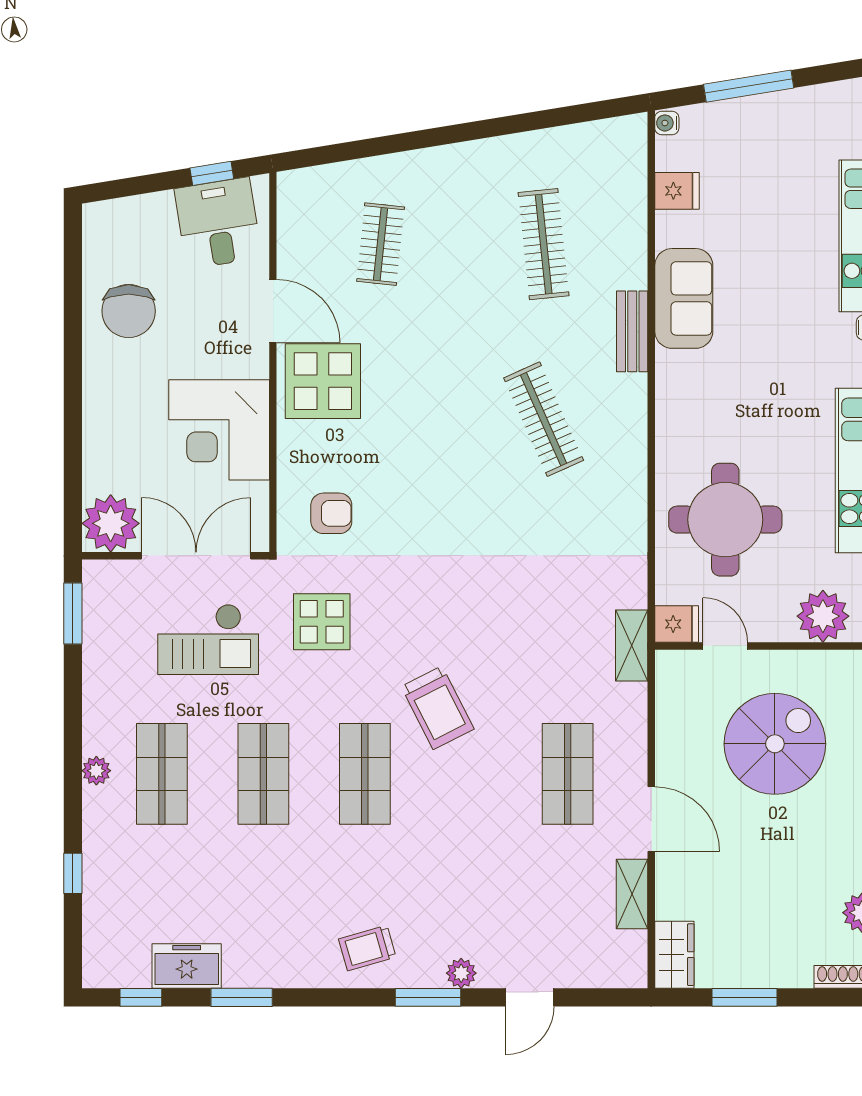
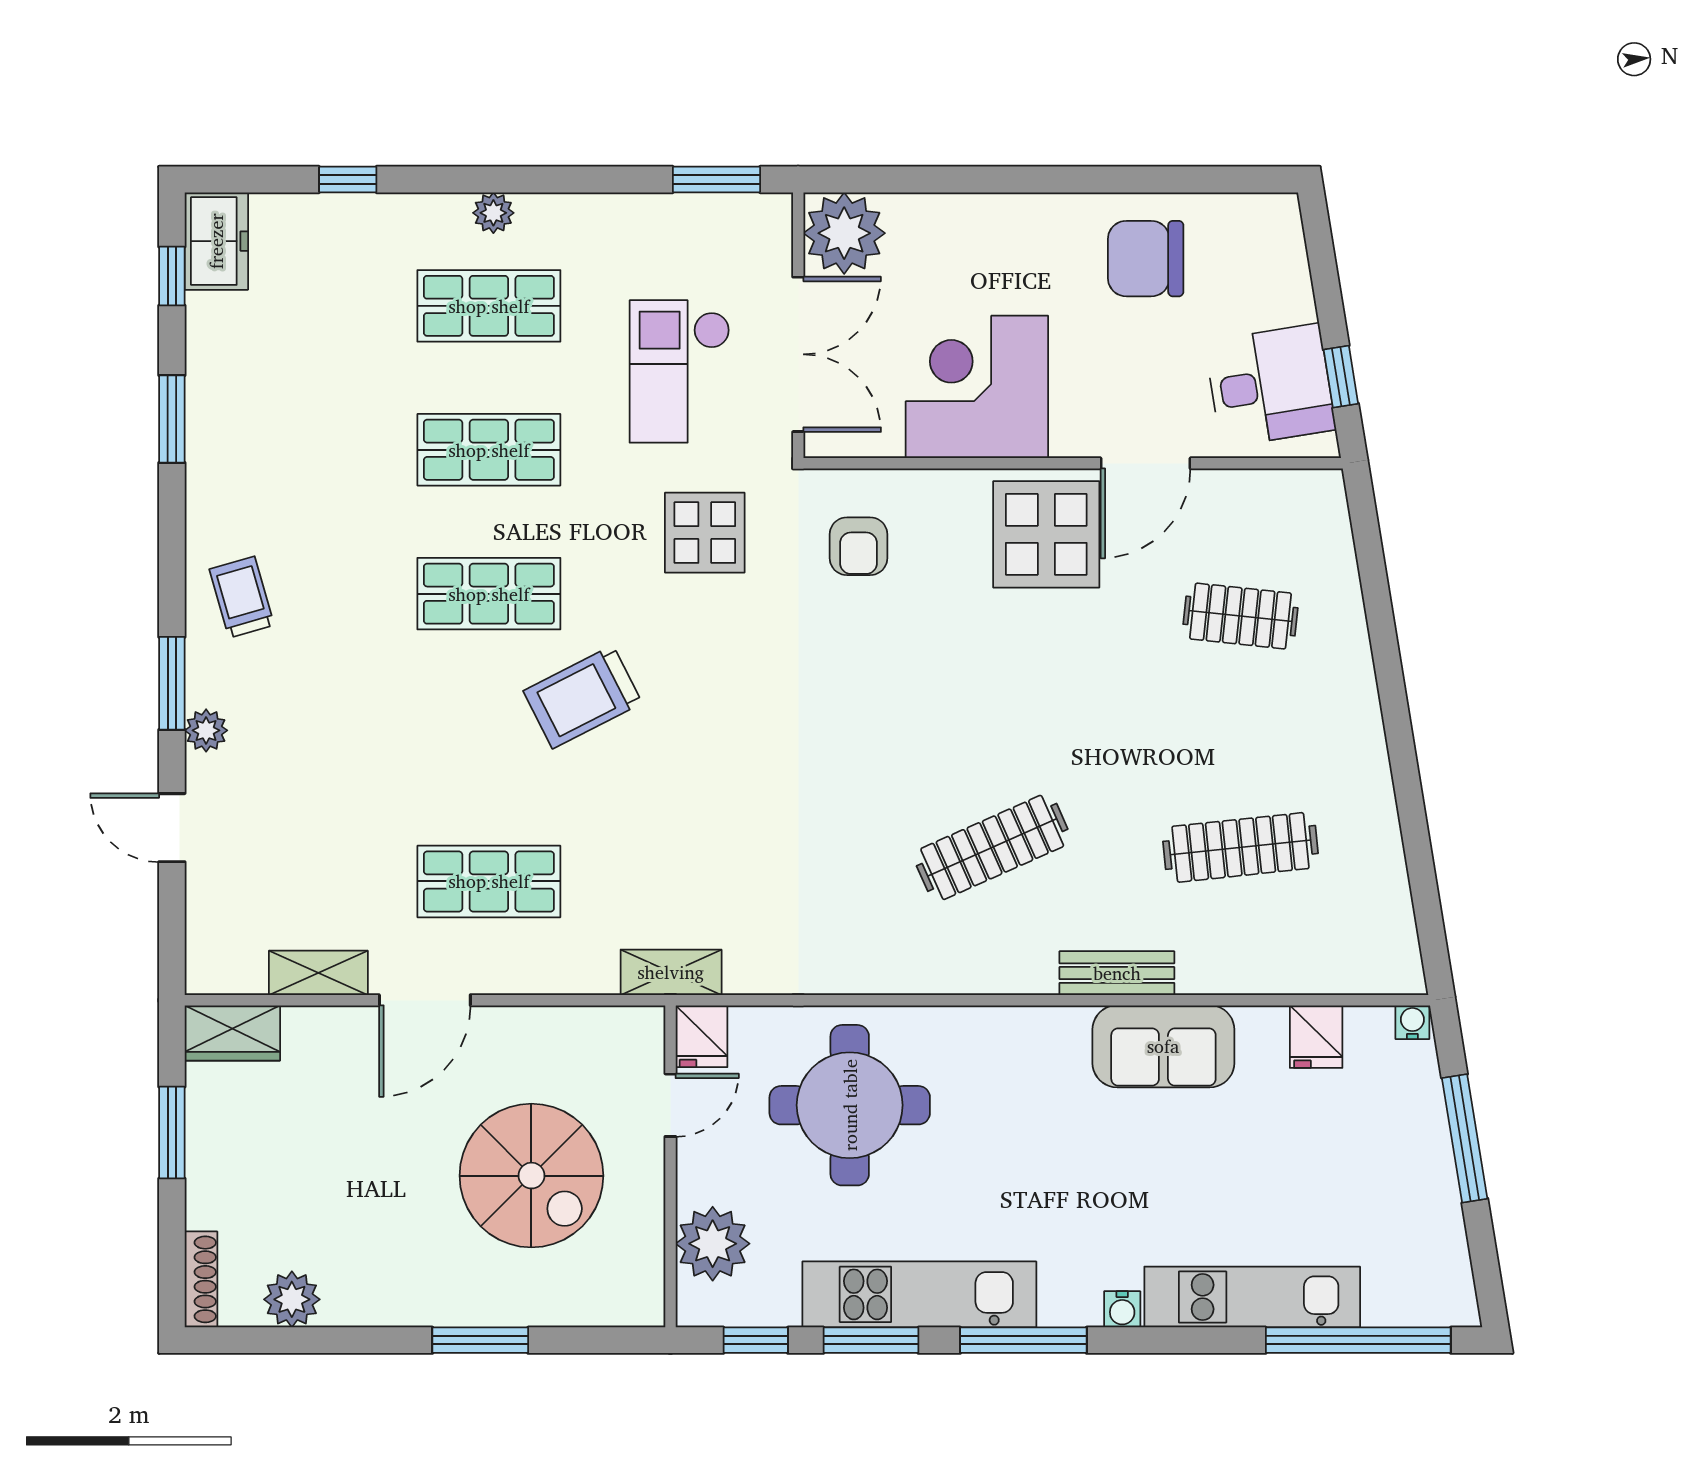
freezer: (187, 966) -> (216, 241), moved

